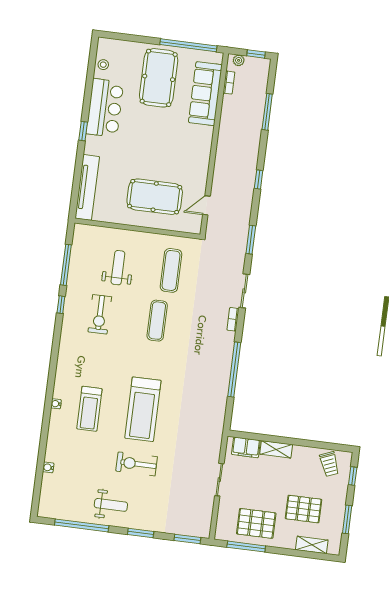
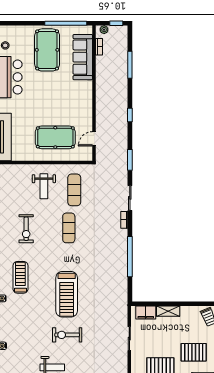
weight bench: (118, 268) -> (44, 186), moved, turned 180
treadmill: (89, 409) -> (20, 277), moved, turned 180

